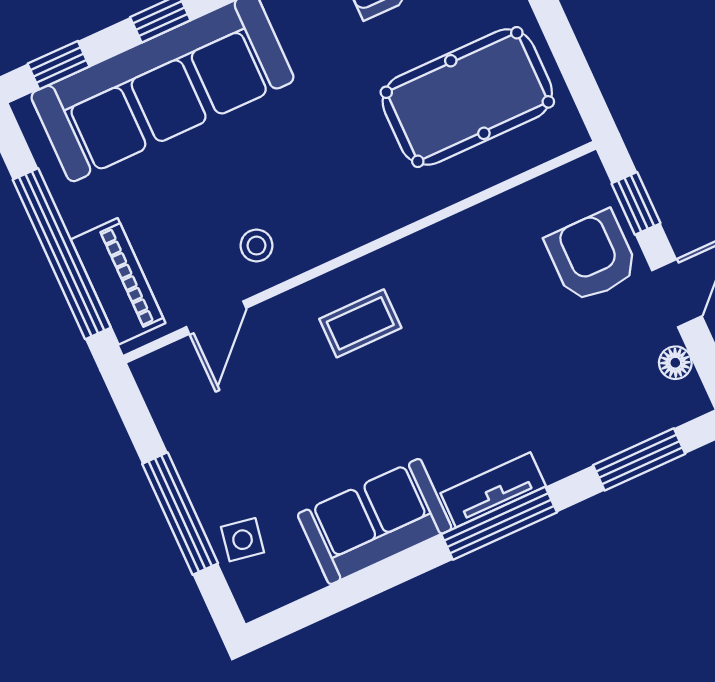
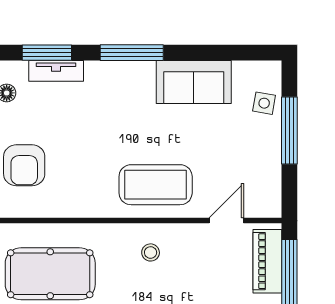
stool: (257, 246) -> (151, 252), moved
coffee table: (360, 323) -> (156, 185), width x1.86, depth x1.72
tv unit: (493, 490) -> (56, 71), moved

